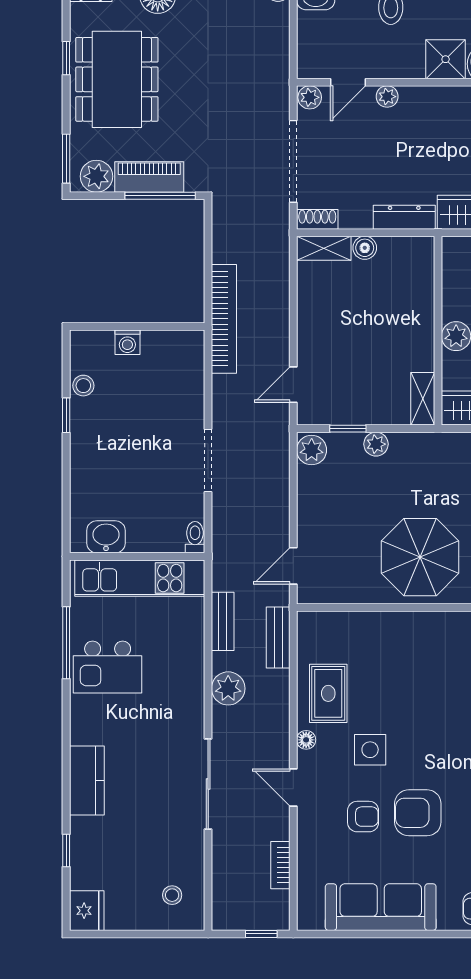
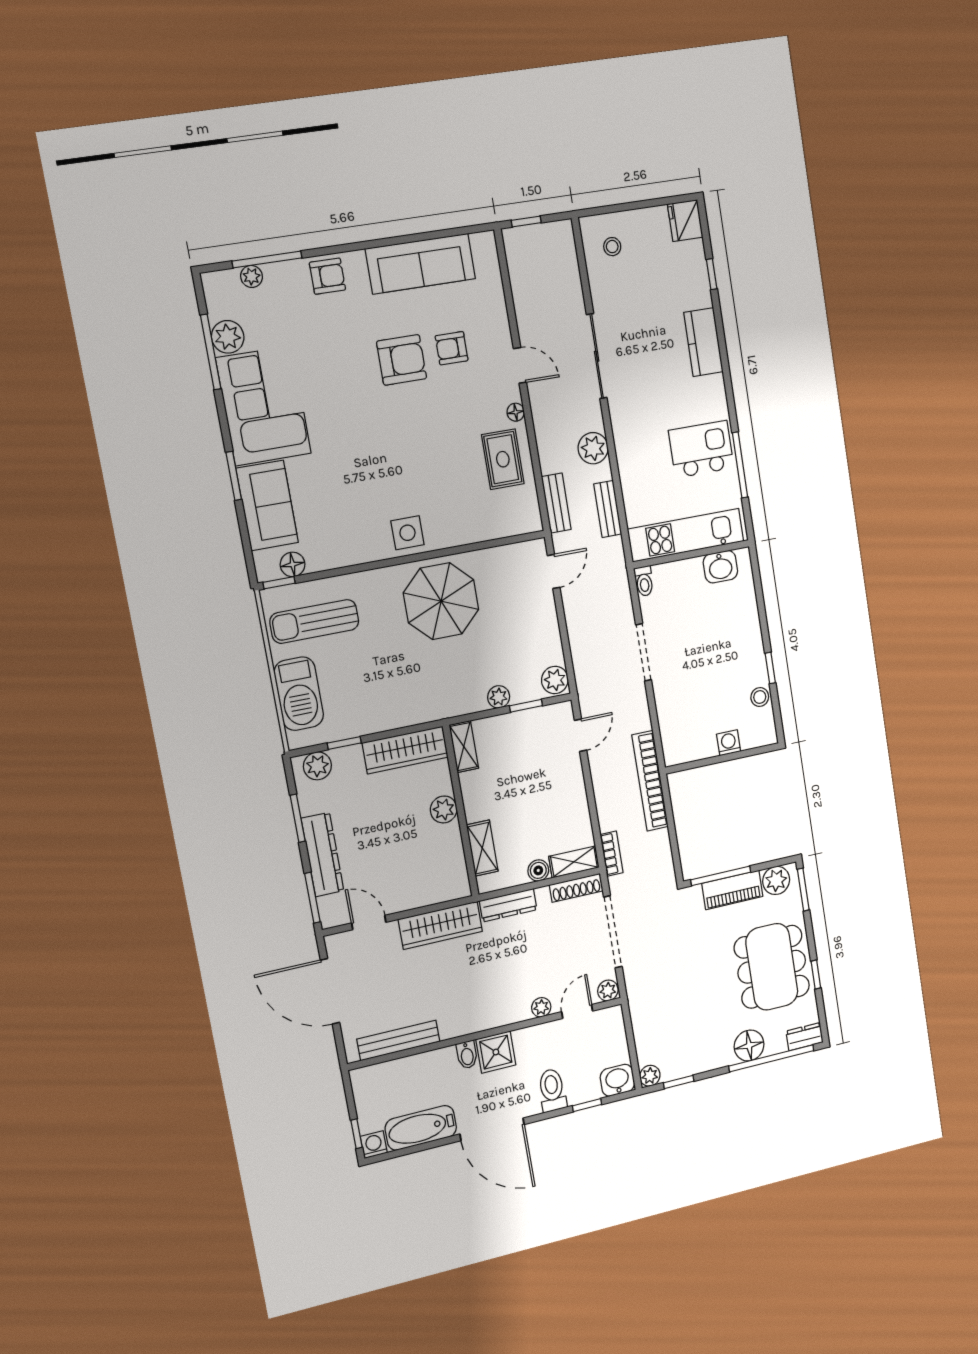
shoe rack: (317, 219) -> (576, 888), width x1.43
shelving: (422, 286) -> (482, 848), added
side table: (370, 750) -> (408, 533), moved
bookcase: (280, 865) -> (612, 854), moved

